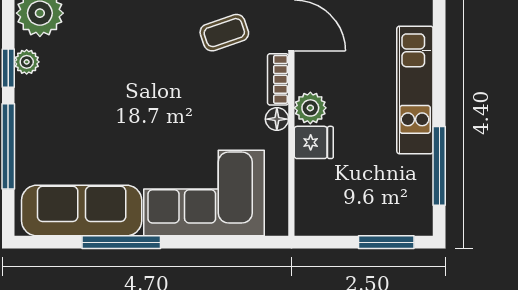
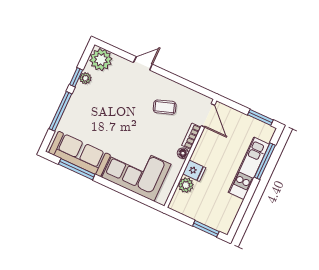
coffee table: (224, 33) -> (165, 107), moved
plant: (310, 108) -> (186, 185), moved
window: (439, 166) -> (265, 161), moved
window: (121, 242) -> (77, 169), moved

